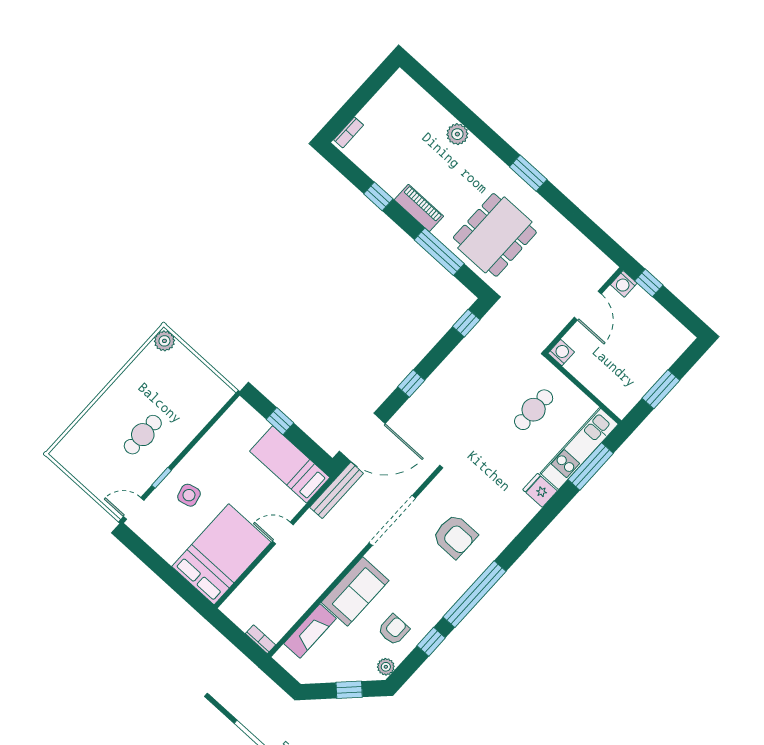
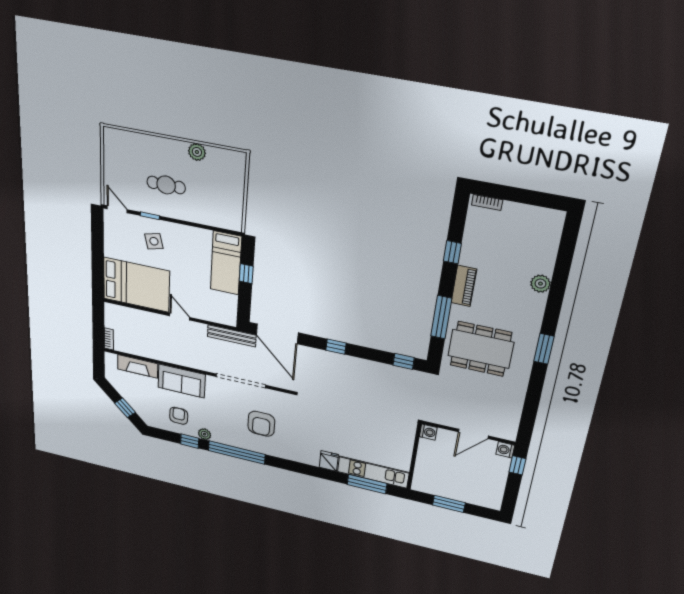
plant: (164, 341) -> (197, 152), moved
cafe table: (534, 410) -> (377, 433), removed
bed: (290, 464) -> (226, 263), moved, turned 180
armchair: (394, 630) -> (179, 416), turned -90
plant: (386, 667) -> (205, 434), moved

